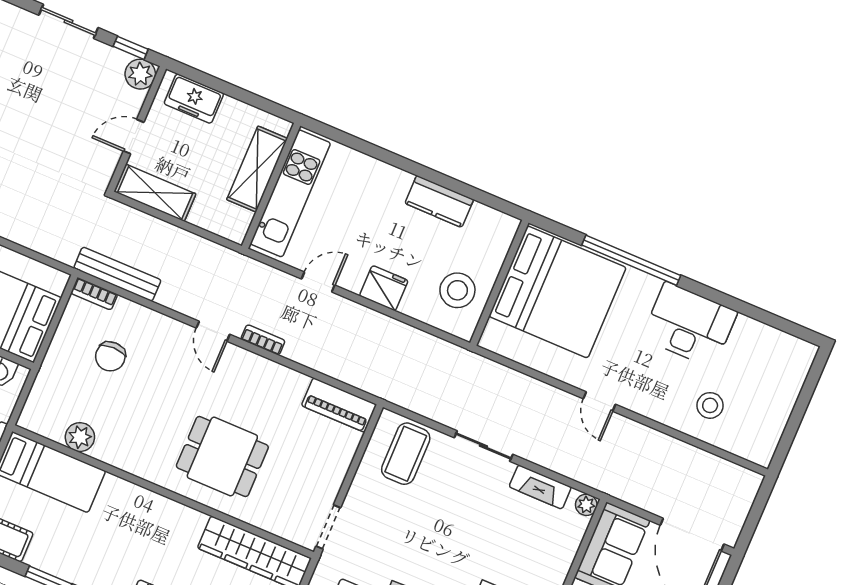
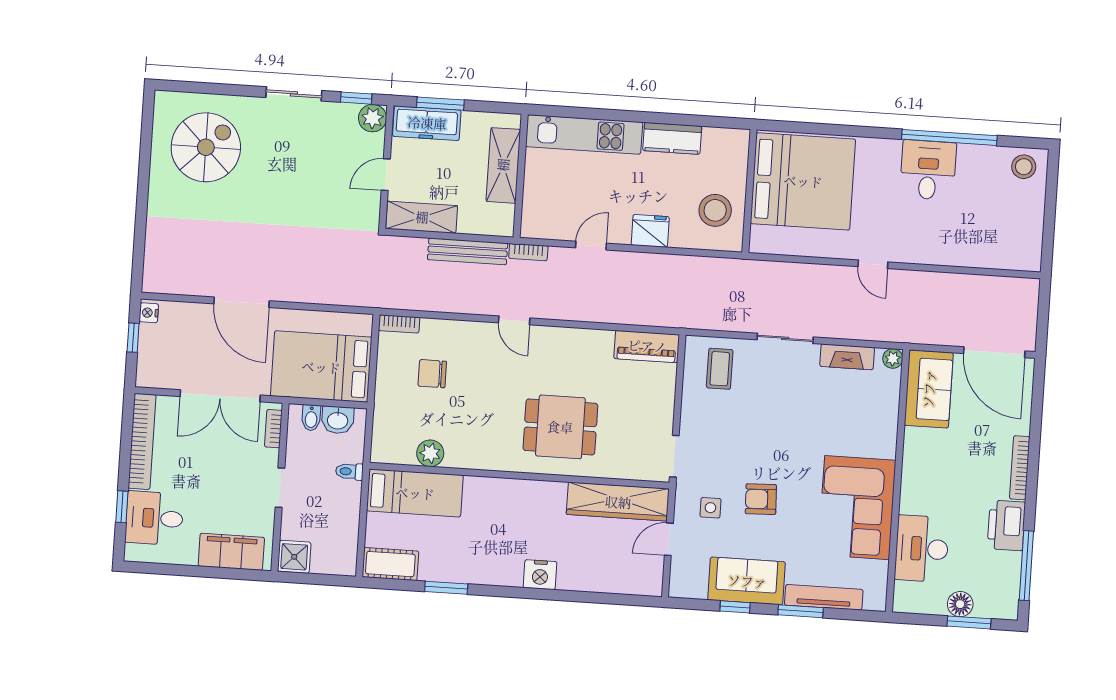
window: (215, 83) -> (440, 104), added
freezer: (194, 99) -> (427, 123), width x1.40
kitchen unit: (290, 193) -> (584, 134), moved, turned 90
window: (631, 260) -> (949, 137), moved
bench: (117, 274) -> (468, 251), moved
desk: (689, 325) -> (928, 170), width x0.73
bookcase: (263, 340) -> (528, 252), moved, turned 180
chair: (110, 356) -> (432, 374), turned 90
stool: (710, 405) -> (1024, 167), moved
coffee table: (406, 454) -> (720, 369), width x0.73, depth x0.77

